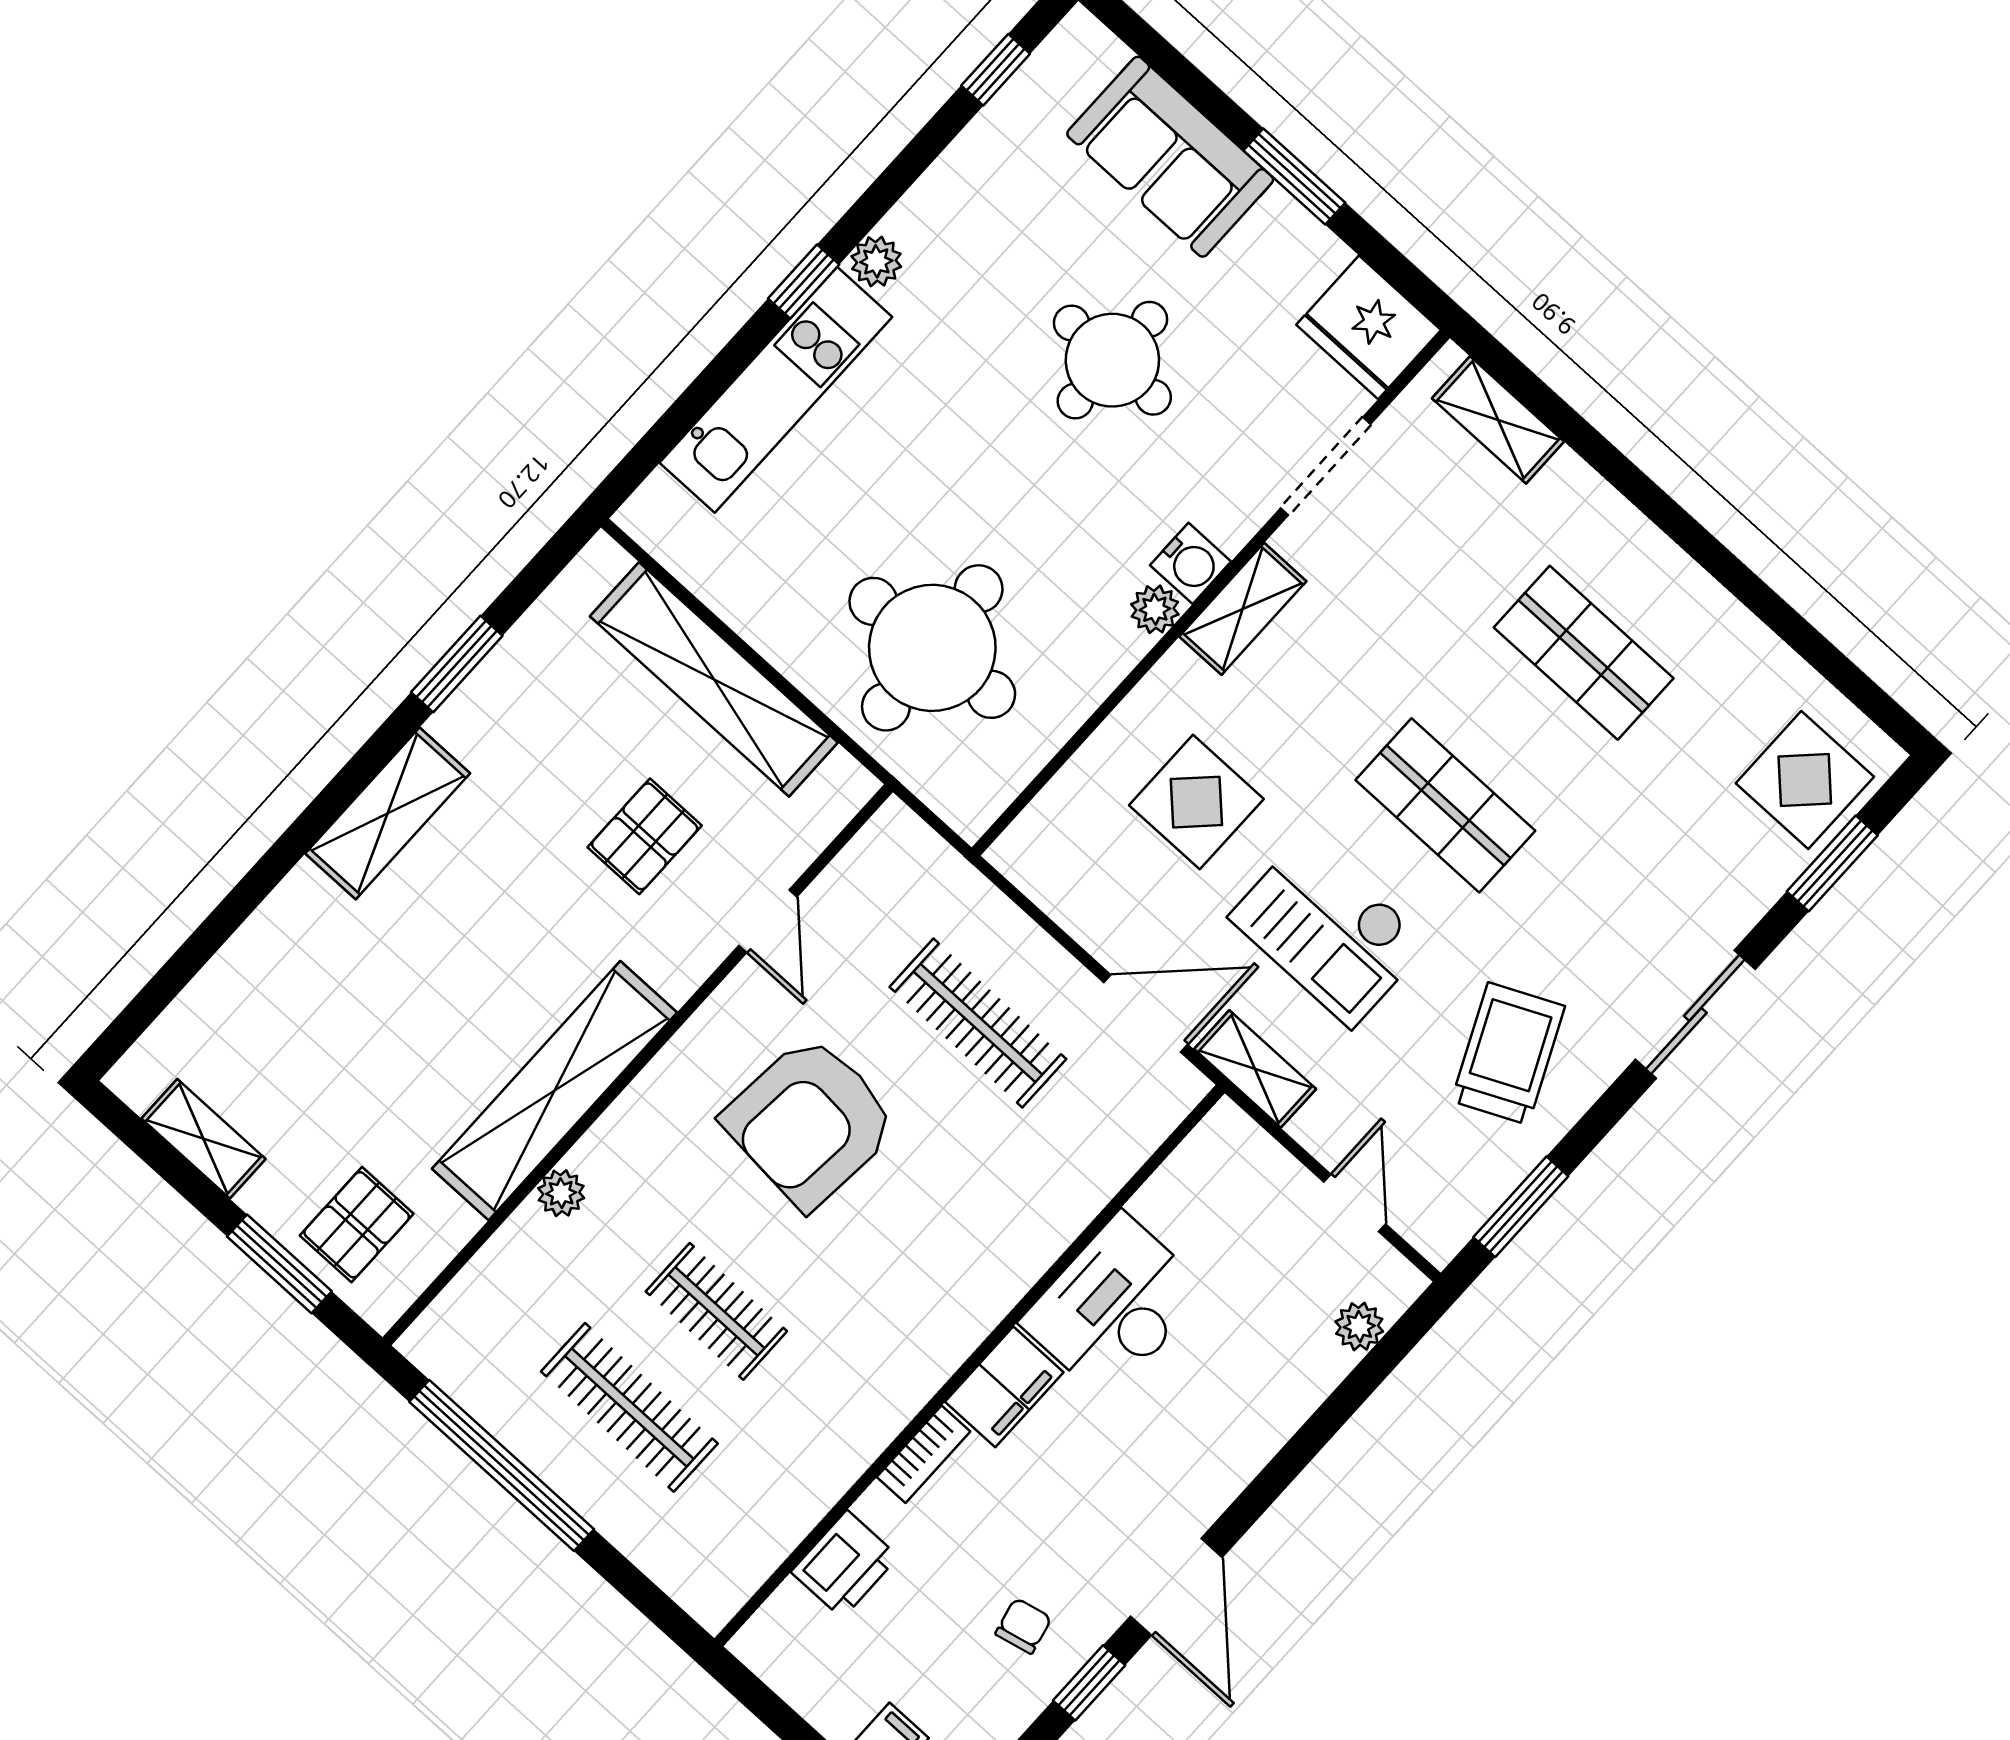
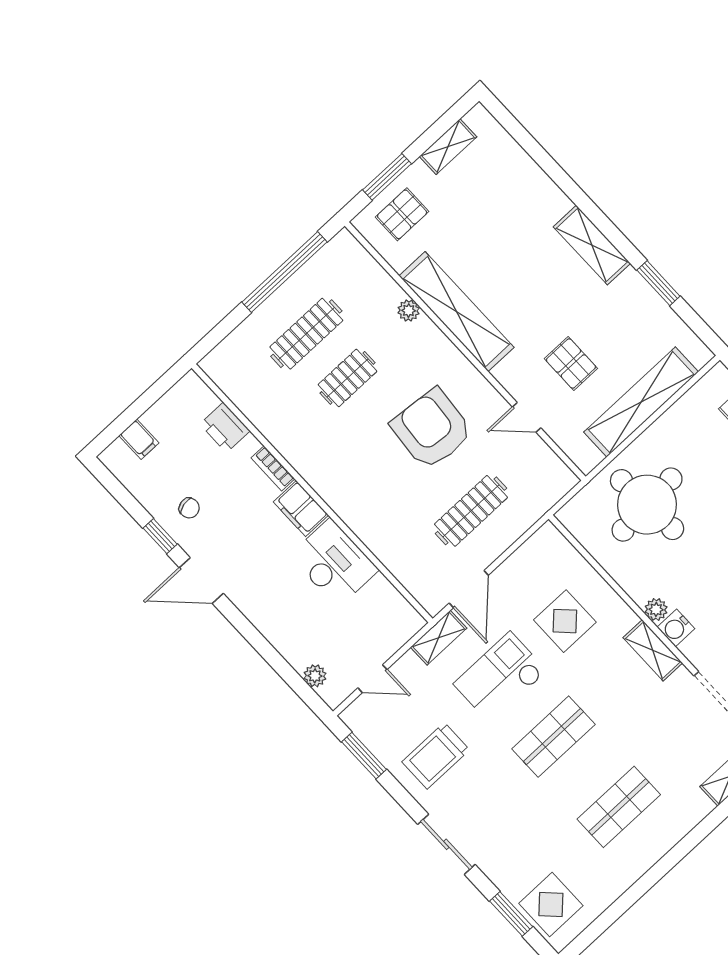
trolley: (1508, 1054) -> (436, 756), turned 115
pallet: (357, 1225) -> (402, 214), turned 90

